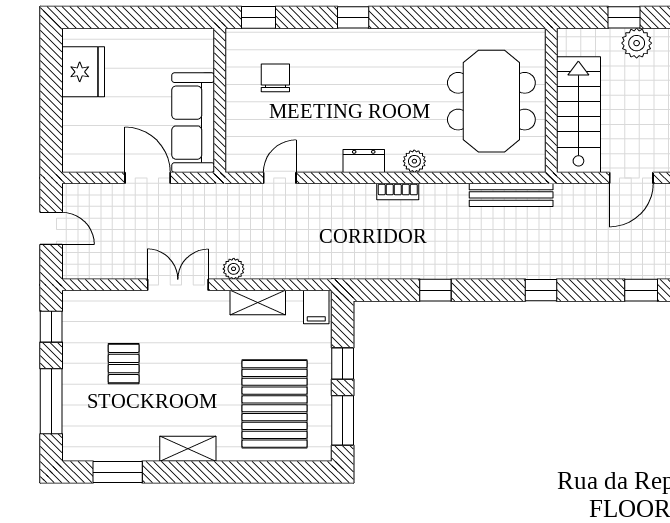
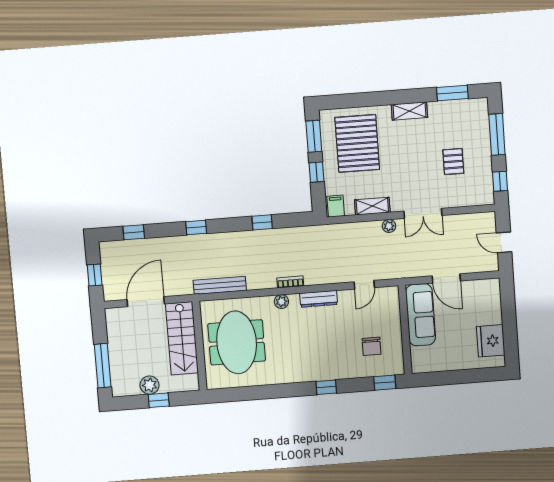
dresser: (364, 161) -> (319, 299), width x1.44
door: (631, 178) -> (146, 302), width x1.36

